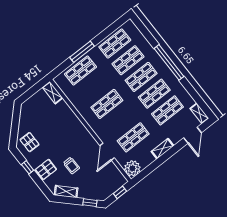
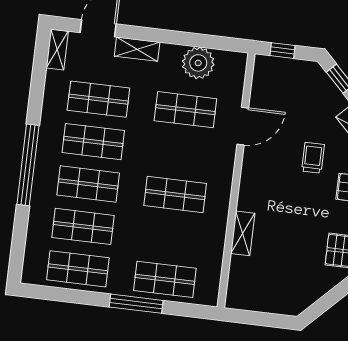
shelving: (53, 93) -> (243, 233), moved
shelving: (163, 149) -> (137, 49), moved
plant: (132, 168) -> (198, 63), moved

